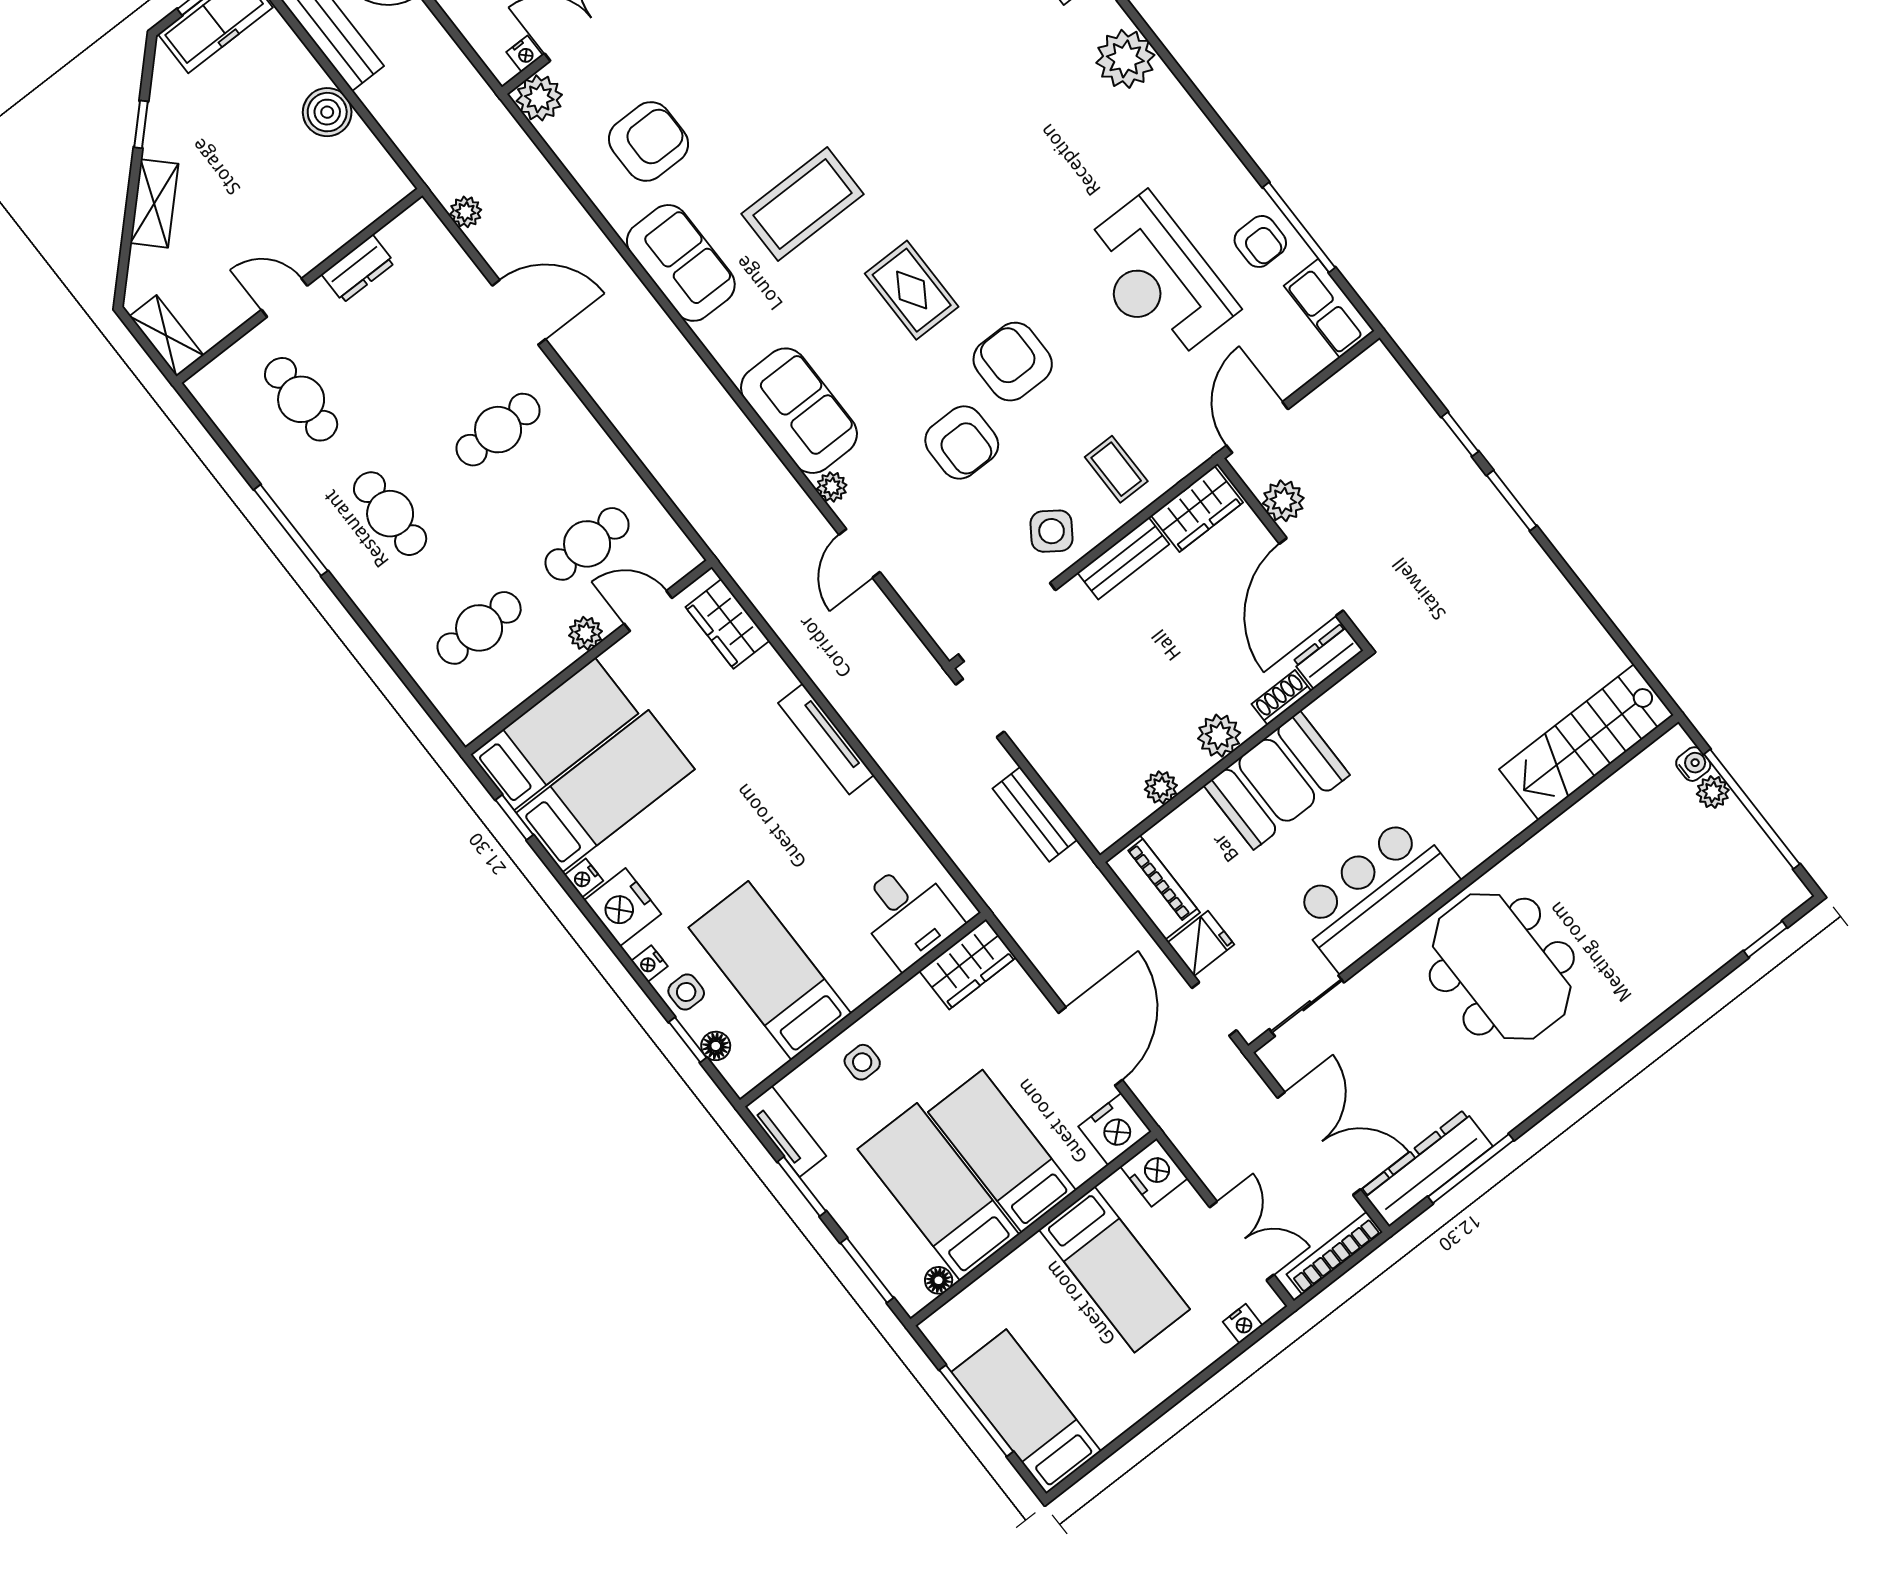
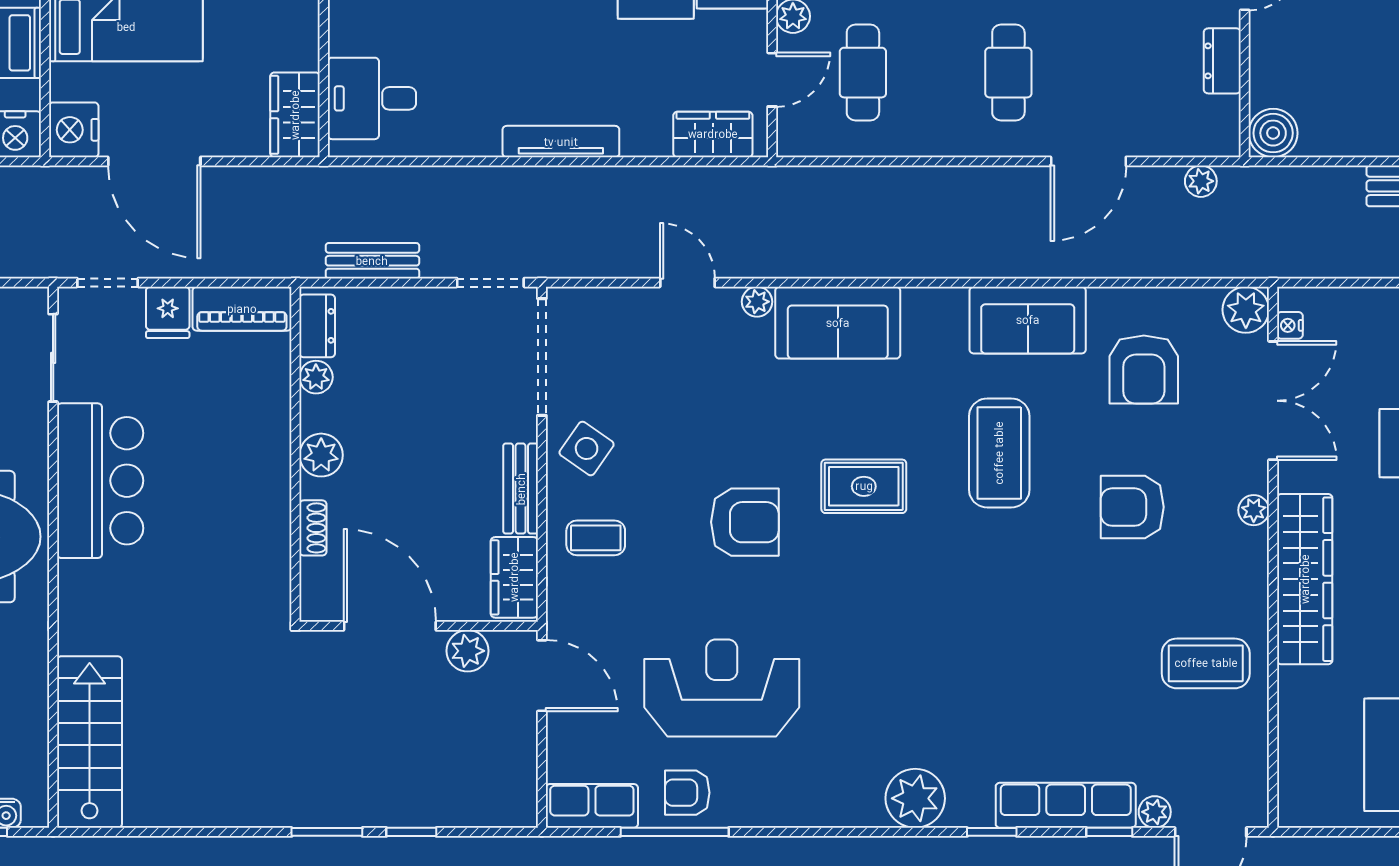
boiler: (327, 112) -> (1273, 133), moved
armchair: (962, 443) -> (1132, 507), moved
dresser: (1328, 656) -> (317, 326), moved
booth: (1277, 780) -> (250, 473), removed

